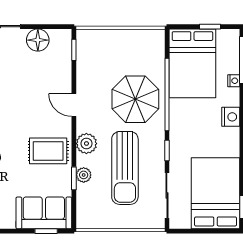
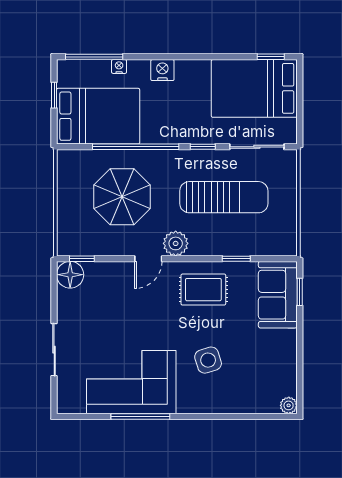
floor lamp: (38, 40) -> (70, 275), moved
parasol: (135, 99) -> (122, 197), moved
plant: (86, 144) -> (176, 243), moved
rug: (48, 151) -> (203, 290), turned 90
plant: (84, 175) -> (232, 247), removed

